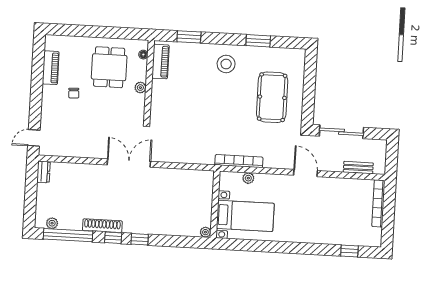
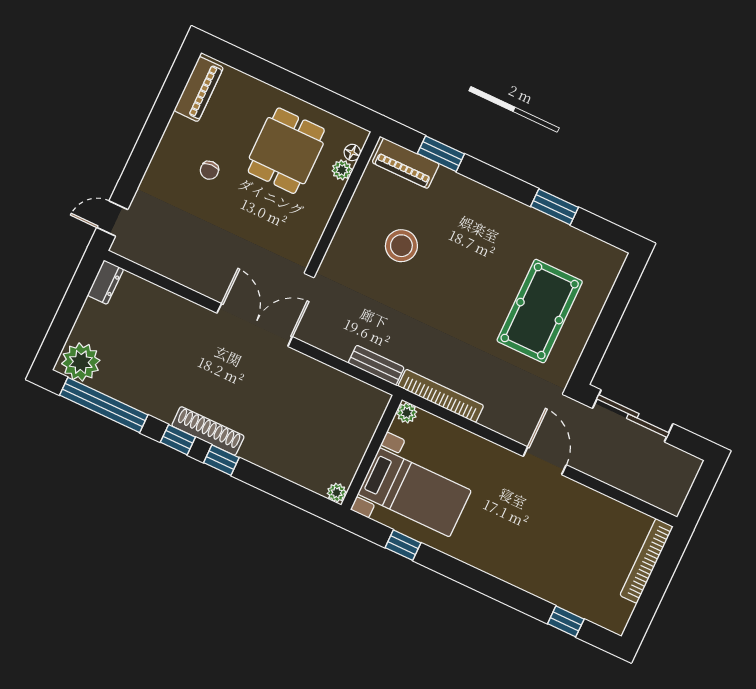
piano: (161, 62) -> (406, 163), moved, turned 90
stool: (226, 64) -> (401, 246), moved
piano: (51, 68) -> (199, 89), moved
plant: (140, 88) -> (342, 170), moved
bench: (358, 168) -> (376, 365), moved
plant: (248, 178) -> (407, 413), moved
plant: (52, 223) -> (81, 362), width x1.88, depth x1.88
shoe rack: (102, 226) -> (208, 431), moved
window: (250, 245) -> (403, 545), added

